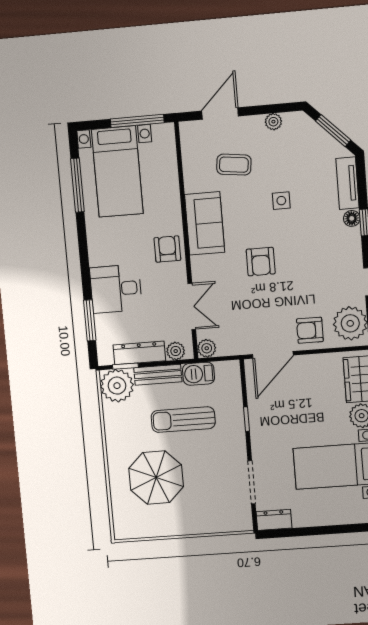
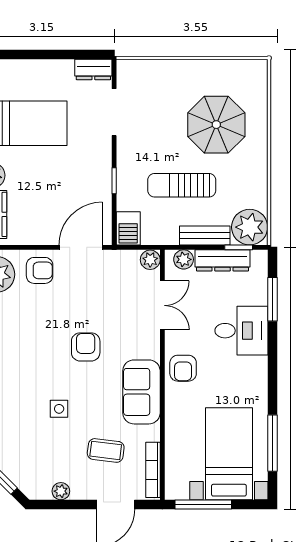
bookcase: (188, 150) -> (153, 470), added
double door: (192, 306) -> (162, 305), swing flipped
barbecue: (199, 374) -> (128, 228), moved, turned 90
sun lounger: (183, 420) -> (182, 185), turned 180

